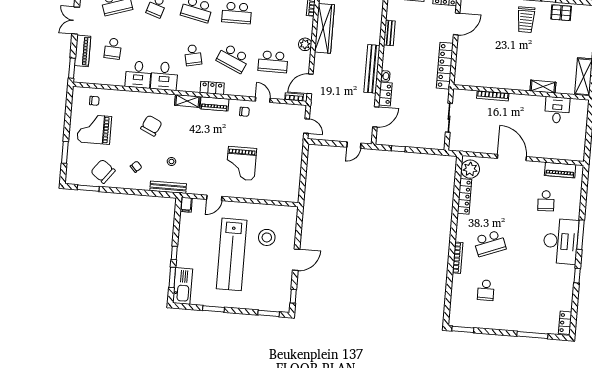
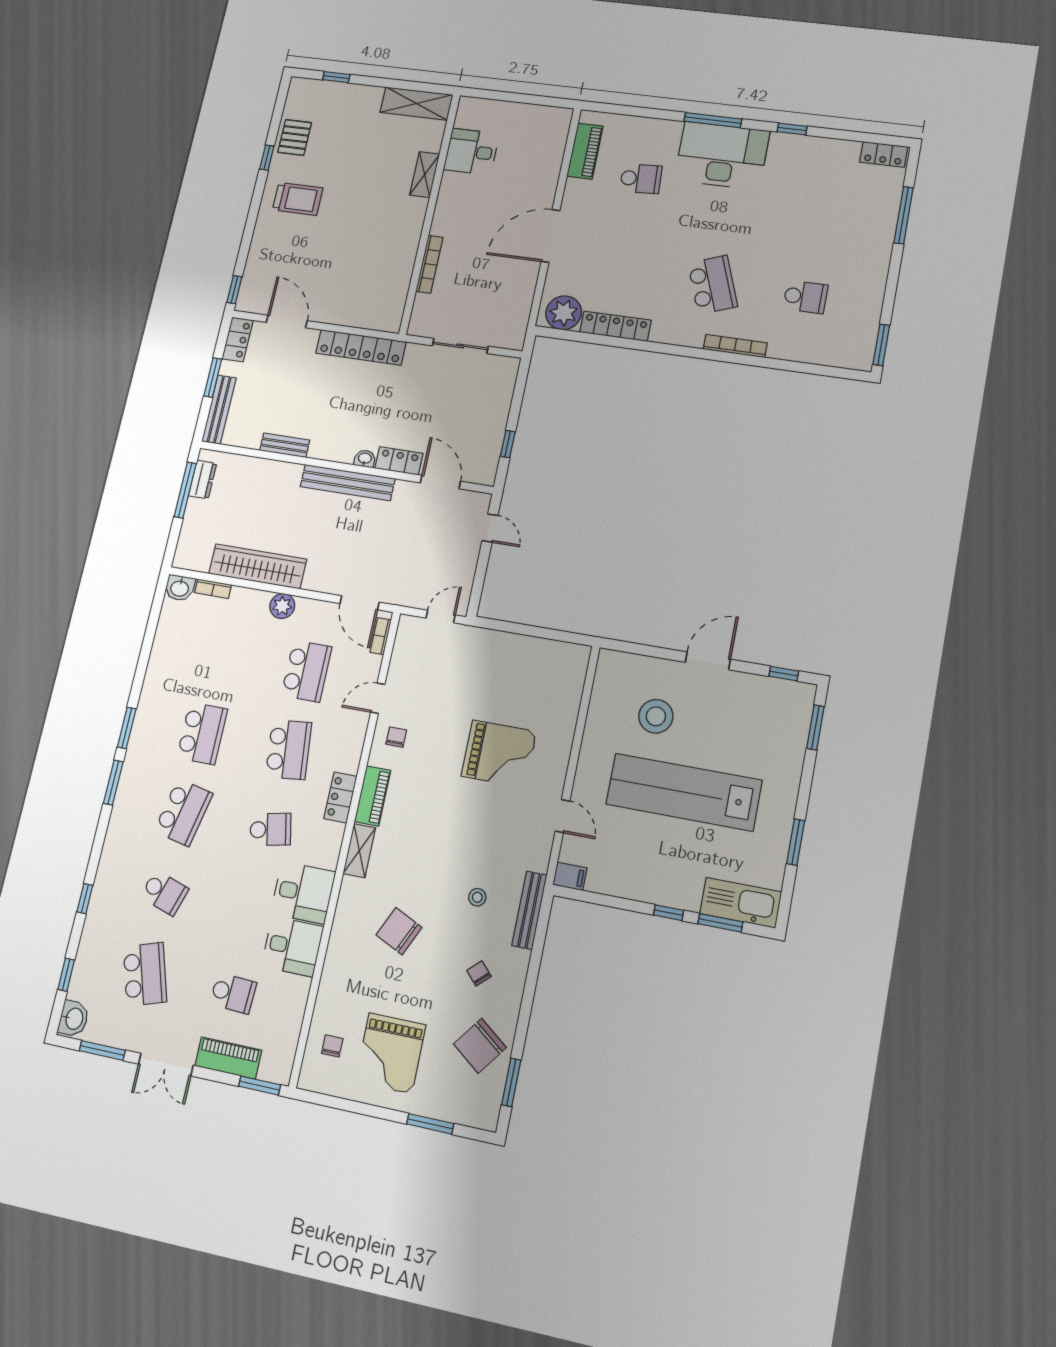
school desk: (233, 58) -> (289, 750), turned -30
lab bench: (232, 254) -> (684, 792), turned 180
door: (296, 260) -> (708, 661), hinge flipped

